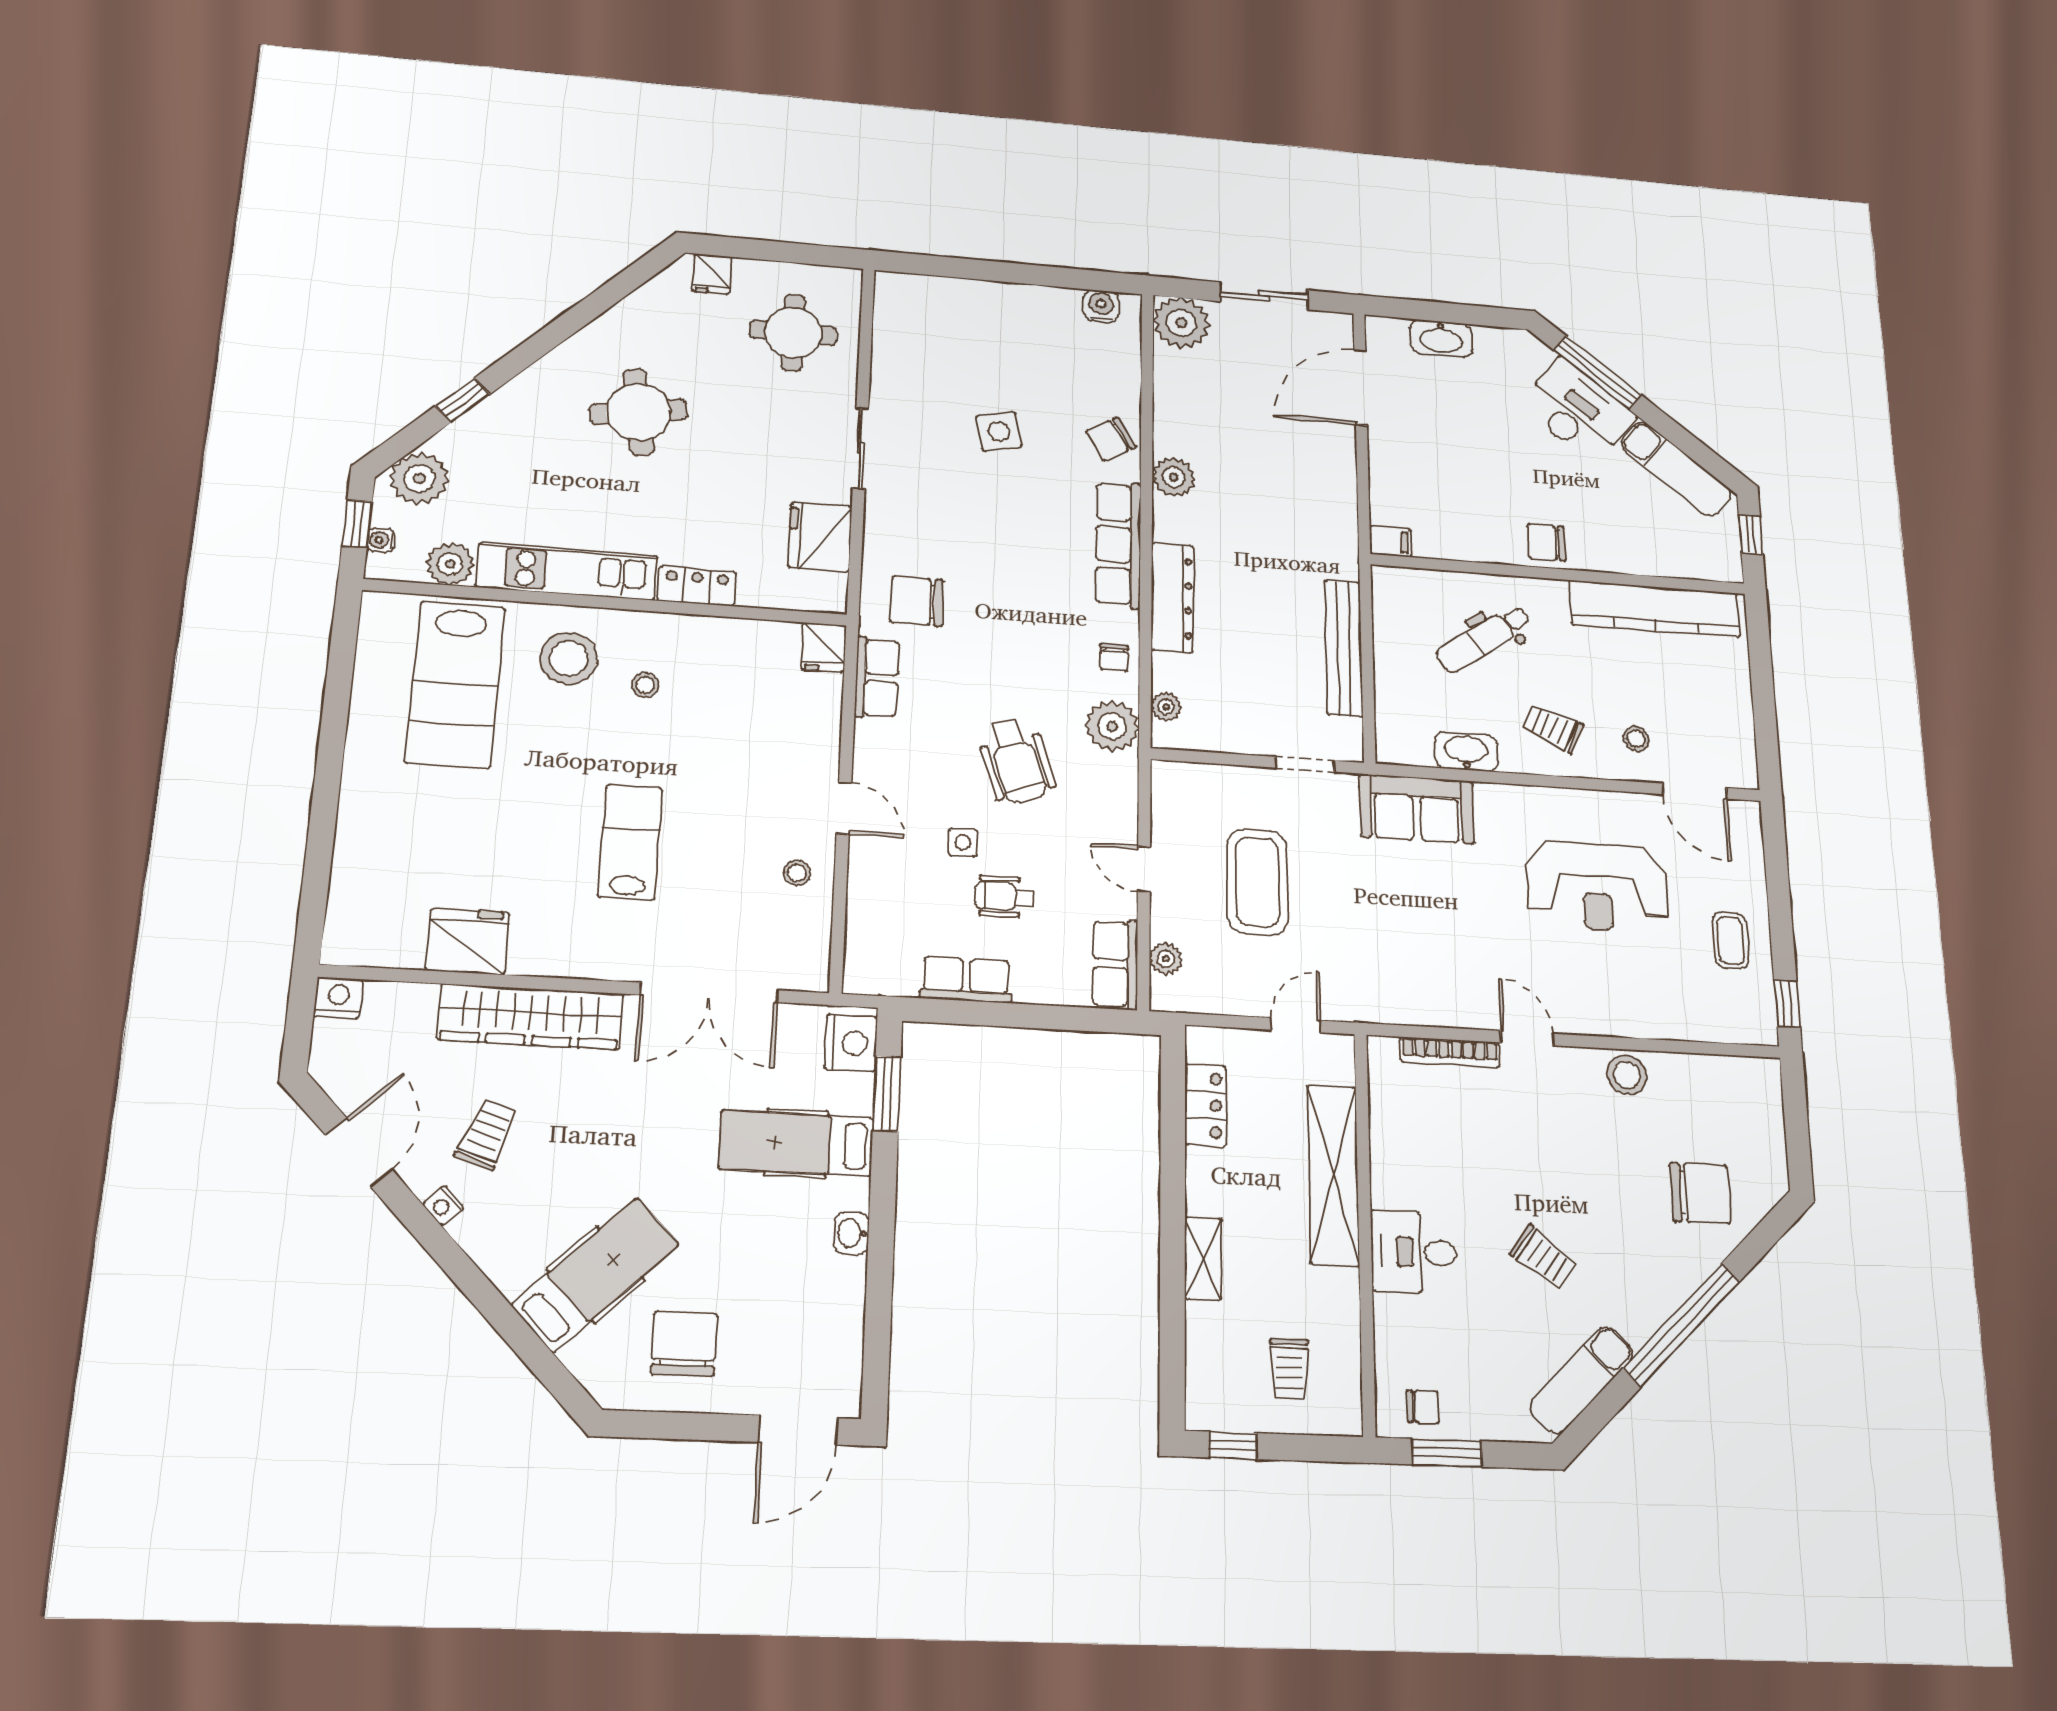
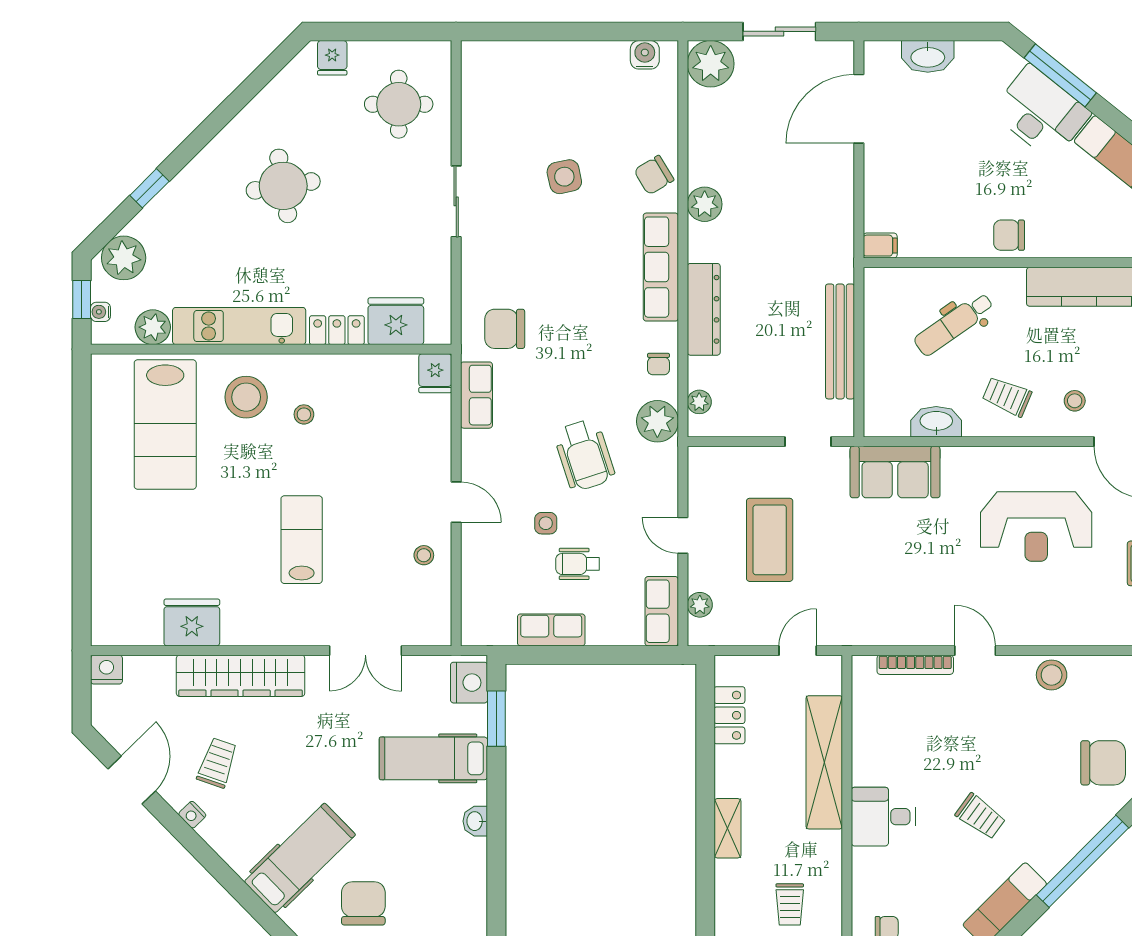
fridge: (820, 537) -> (396, 321), moved, turned 90
double door: (709, 992) -> (365, 651), width x0.73

